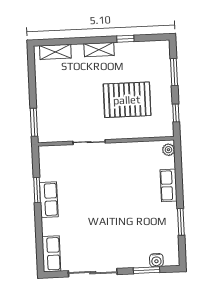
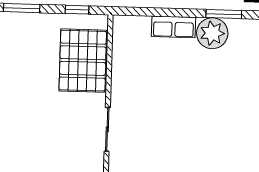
pallet: (127, 100) -> (83, 61), moved
plant: (168, 150) -> (212, 33), moved, width x1.87, depth x1.87

